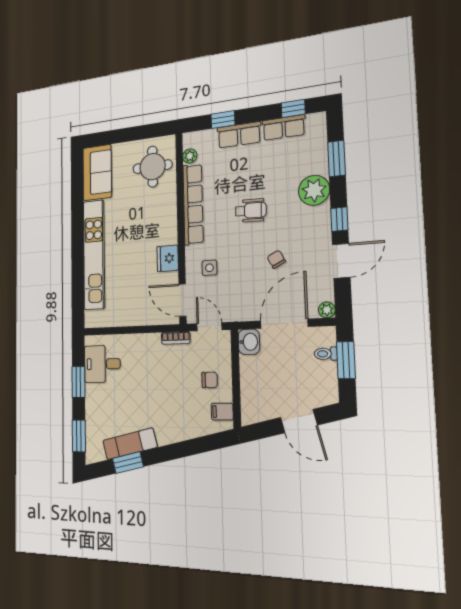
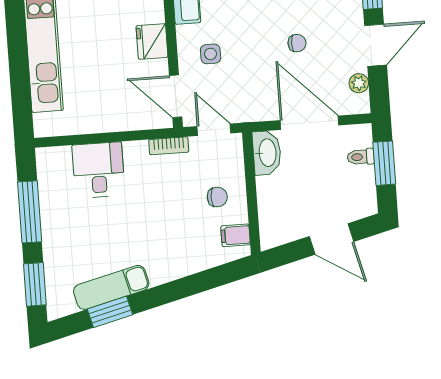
chair: (276, 259) -> (297, 43), turned 117
plant: (327, 310) -> (359, 83), moved
door: (284, 324) -> (309, 123), hinge flipped
washbasin: (249, 342) -> (267, 153), width x1.38
desk: (102, 364) -> (98, 170), moved, turned 90
window: (78, 382) -> (30, 212), width x1.44

